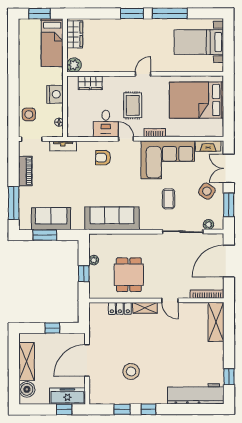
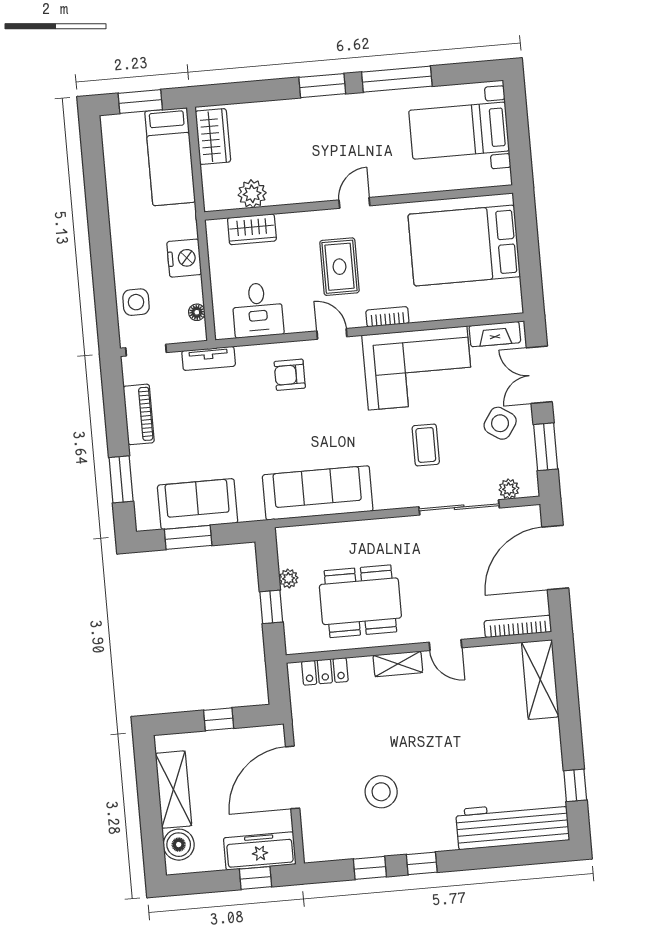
plant: (74, 65) -> (252, 194), moved
desk: (106, 124) -> (258, 310), moved
window: (14, 203) -> (121, 479), width x0.69
dining table: (129, 275) -> (360, 601), width x1.37
locker: (120, 308) -> (325, 671), moved

